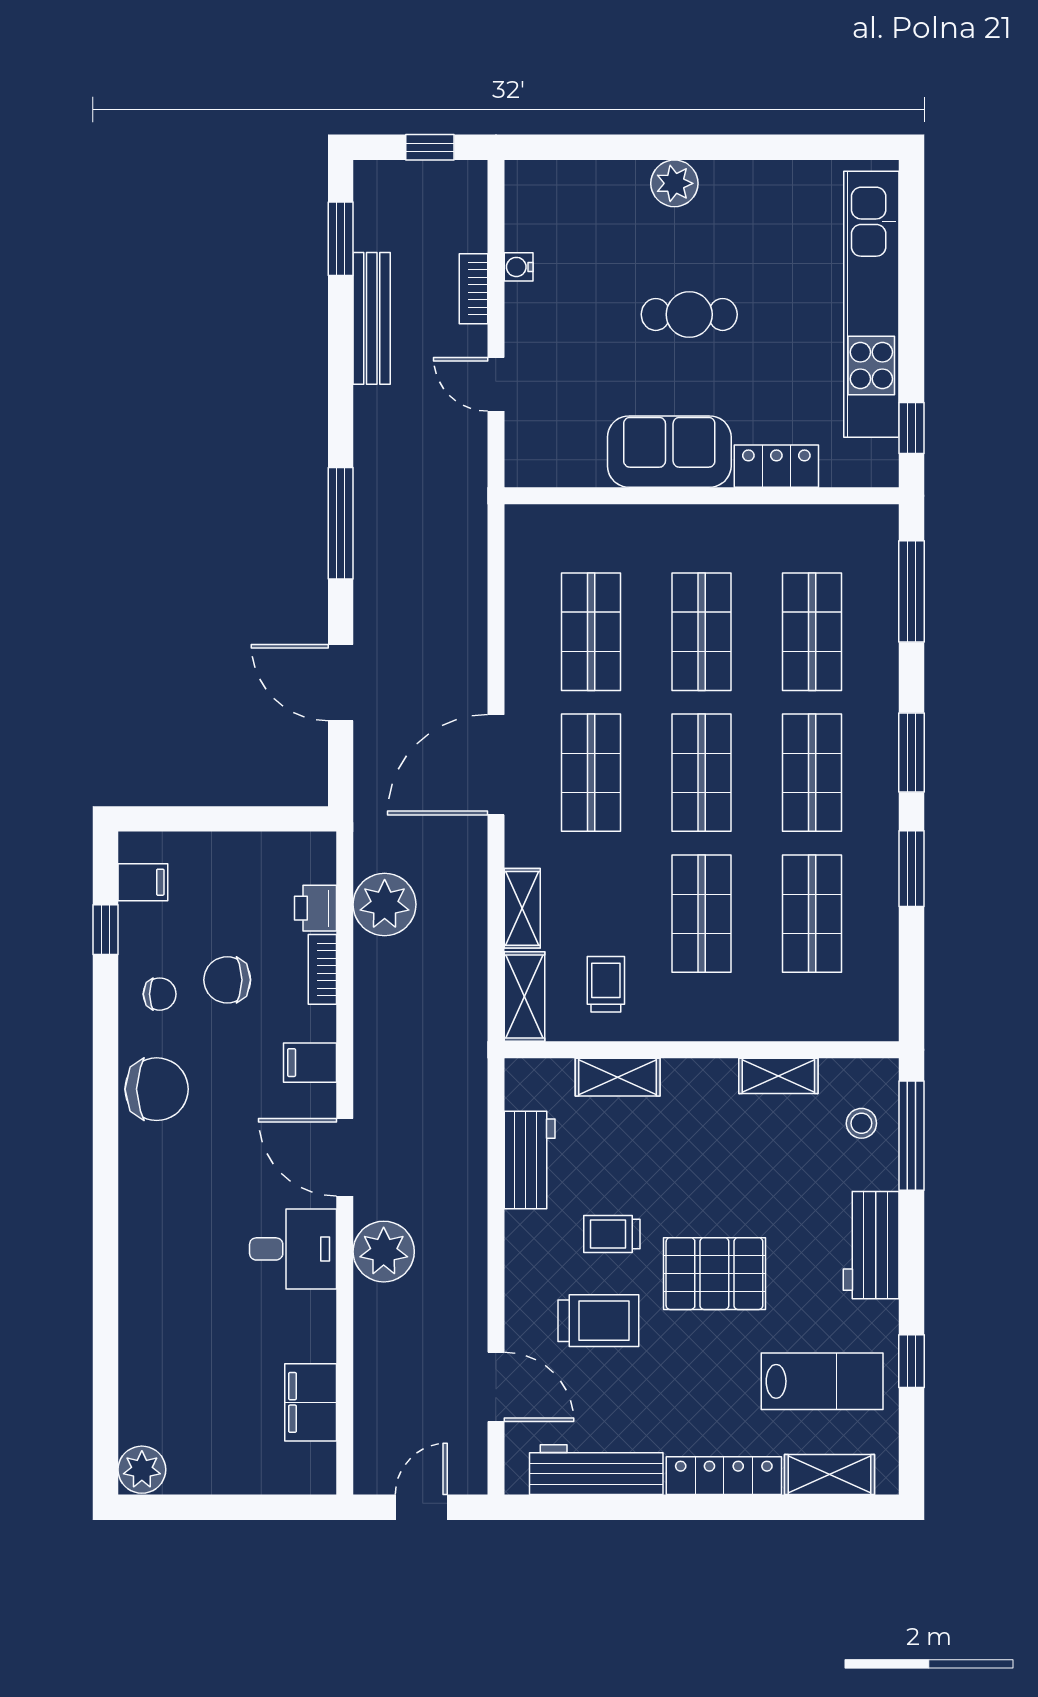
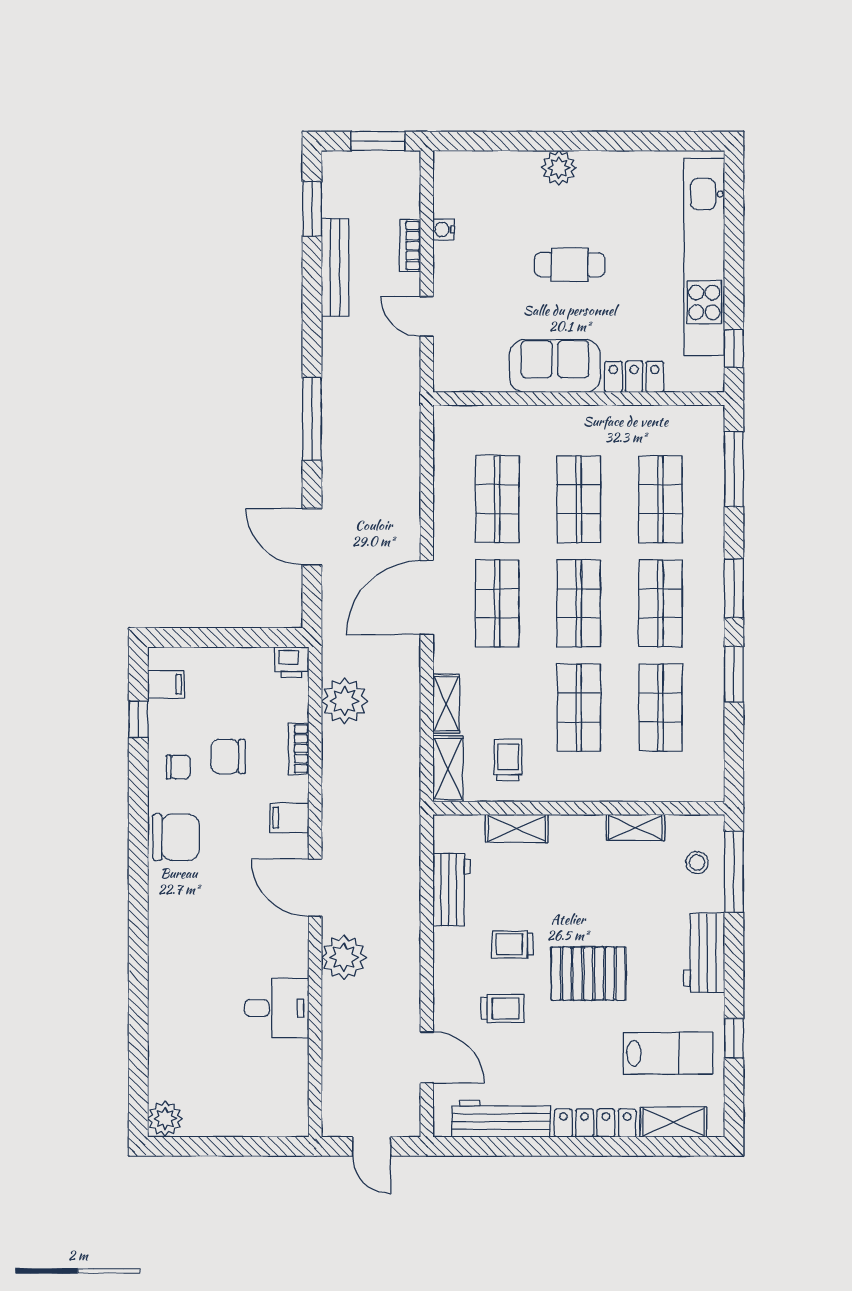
window: (430, 147) -> (378, 141), width x1.50
printer: (316, 908) -> (291, 662), moved, turned -90
desk: (293, 1249) -> (277, 1008), moved
trolley: (598, 1321) -> (503, 1008), width x0.73, depth x0.72
filing cabinet: (311, 1402) -> (290, 1069), removed
door: (421, 1507) -> (372, 1146), swing flipped

